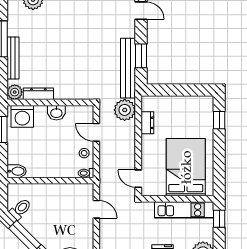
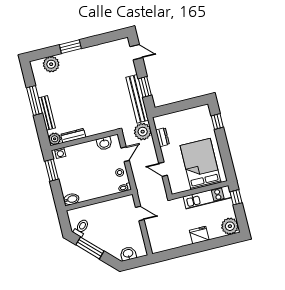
washbasin: (56, 113) -> (104, 143), moved
washing machine: (22, 116) -> (60, 153), width x0.53, depth x0.53
door: (96, 132) -> (125, 154), swing flipped
door: (138, 179) -> (163, 169), moved

